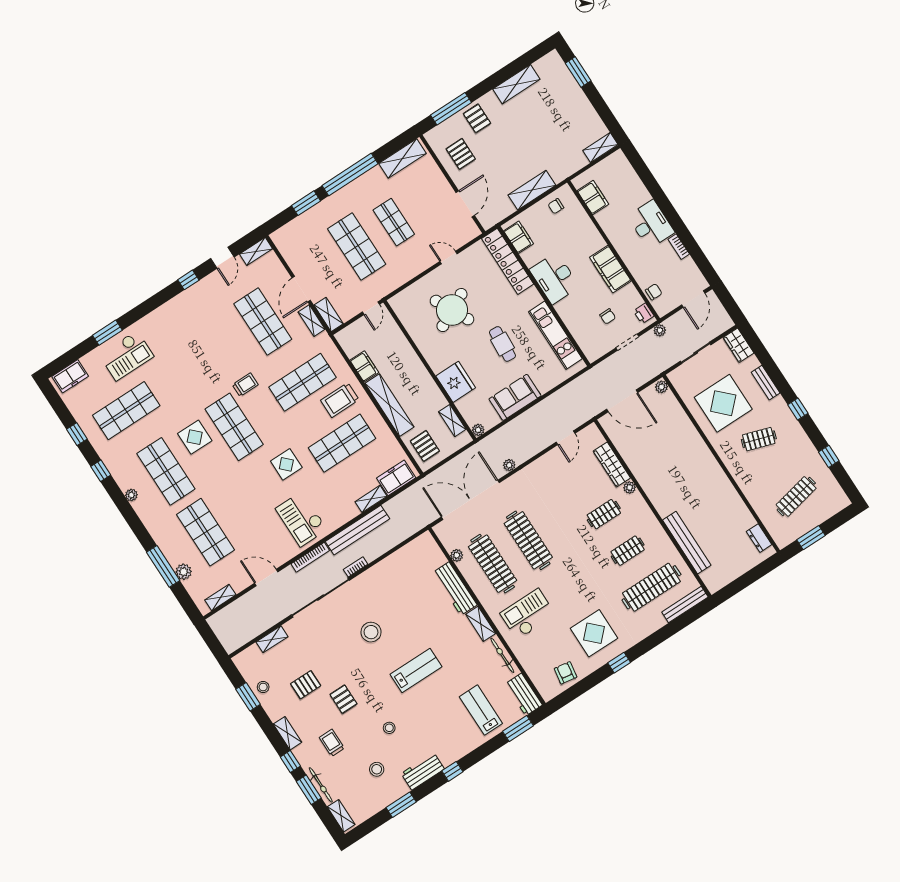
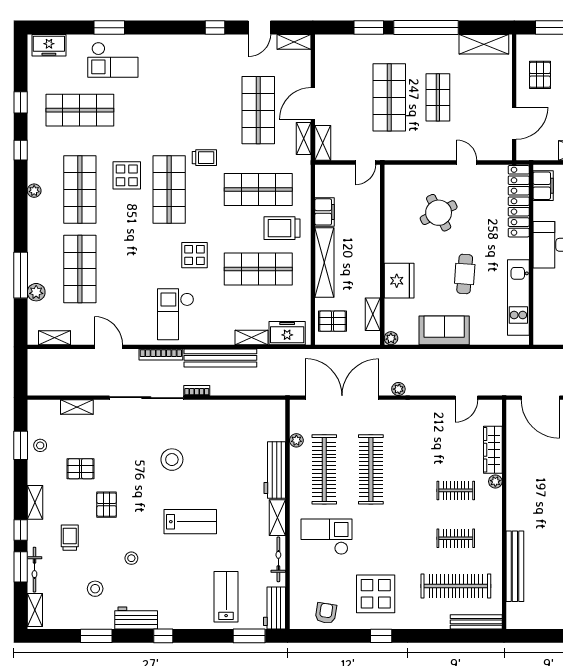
round table: (452, 310) -> (439, 213), width x0.73, depth x0.73
pallet: (425, 446) -> (333, 321), turned 90

